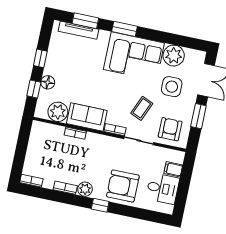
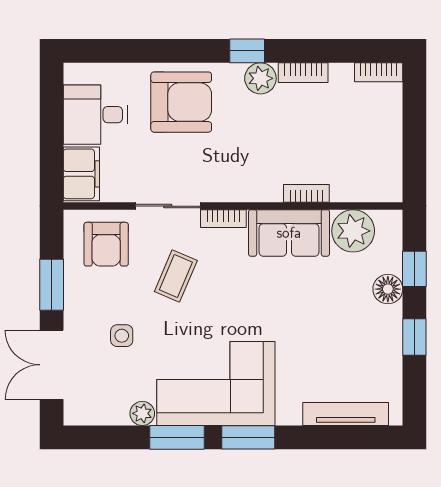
window: (85, 21) -> (177, 437), moved
plant: (174, 56) -> (142, 413), width x0.53, depth x0.53
side table: (172, 87) -> (122, 336), width x0.54, depth x0.54
filing cabinet: (173, 169) -> (81, 174), width x2.00
window: (100, 205) -> (247, 51), moved

